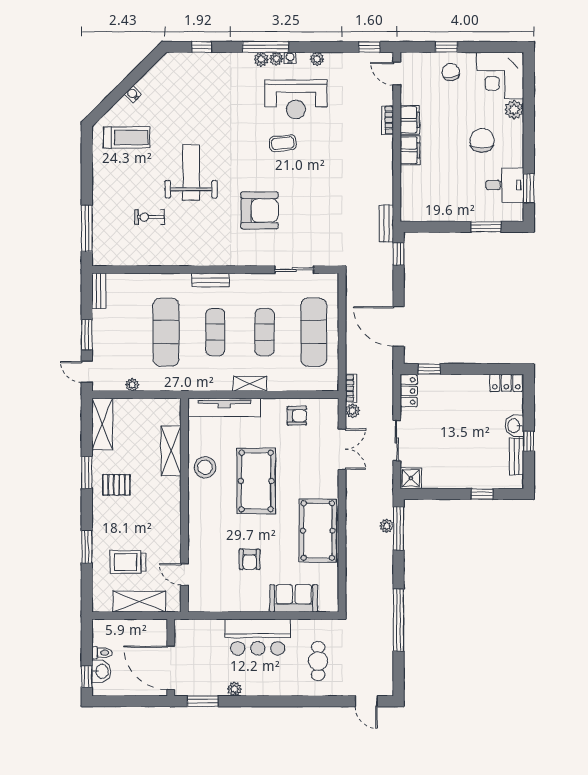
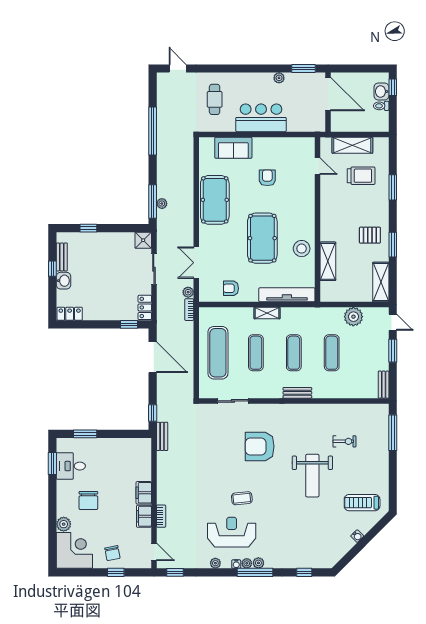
exercise mat: (166, 332) -> (332, 353), width x0.73, depth x0.69
plant: (132, 385) -> (353, 317), width x1.88, depth x1.88

